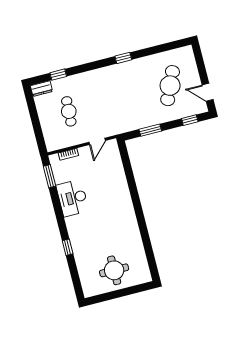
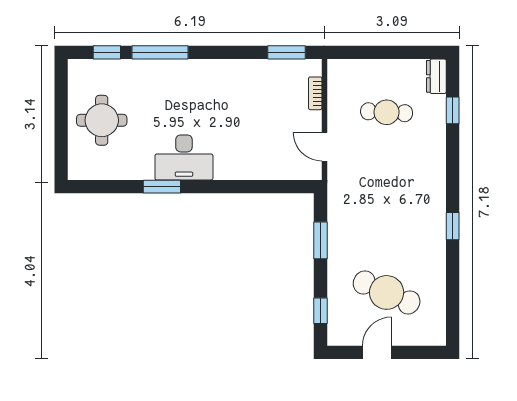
door: (208, 92) -> (377, 352), moved
desk: (72, 198) -> (184, 157), moved, turned 180
window: (143, 227) -> (162, 187), added
window: (68, 247) -> (160, 52), width x2.17
window: (75, 277) -> (107, 52), added

